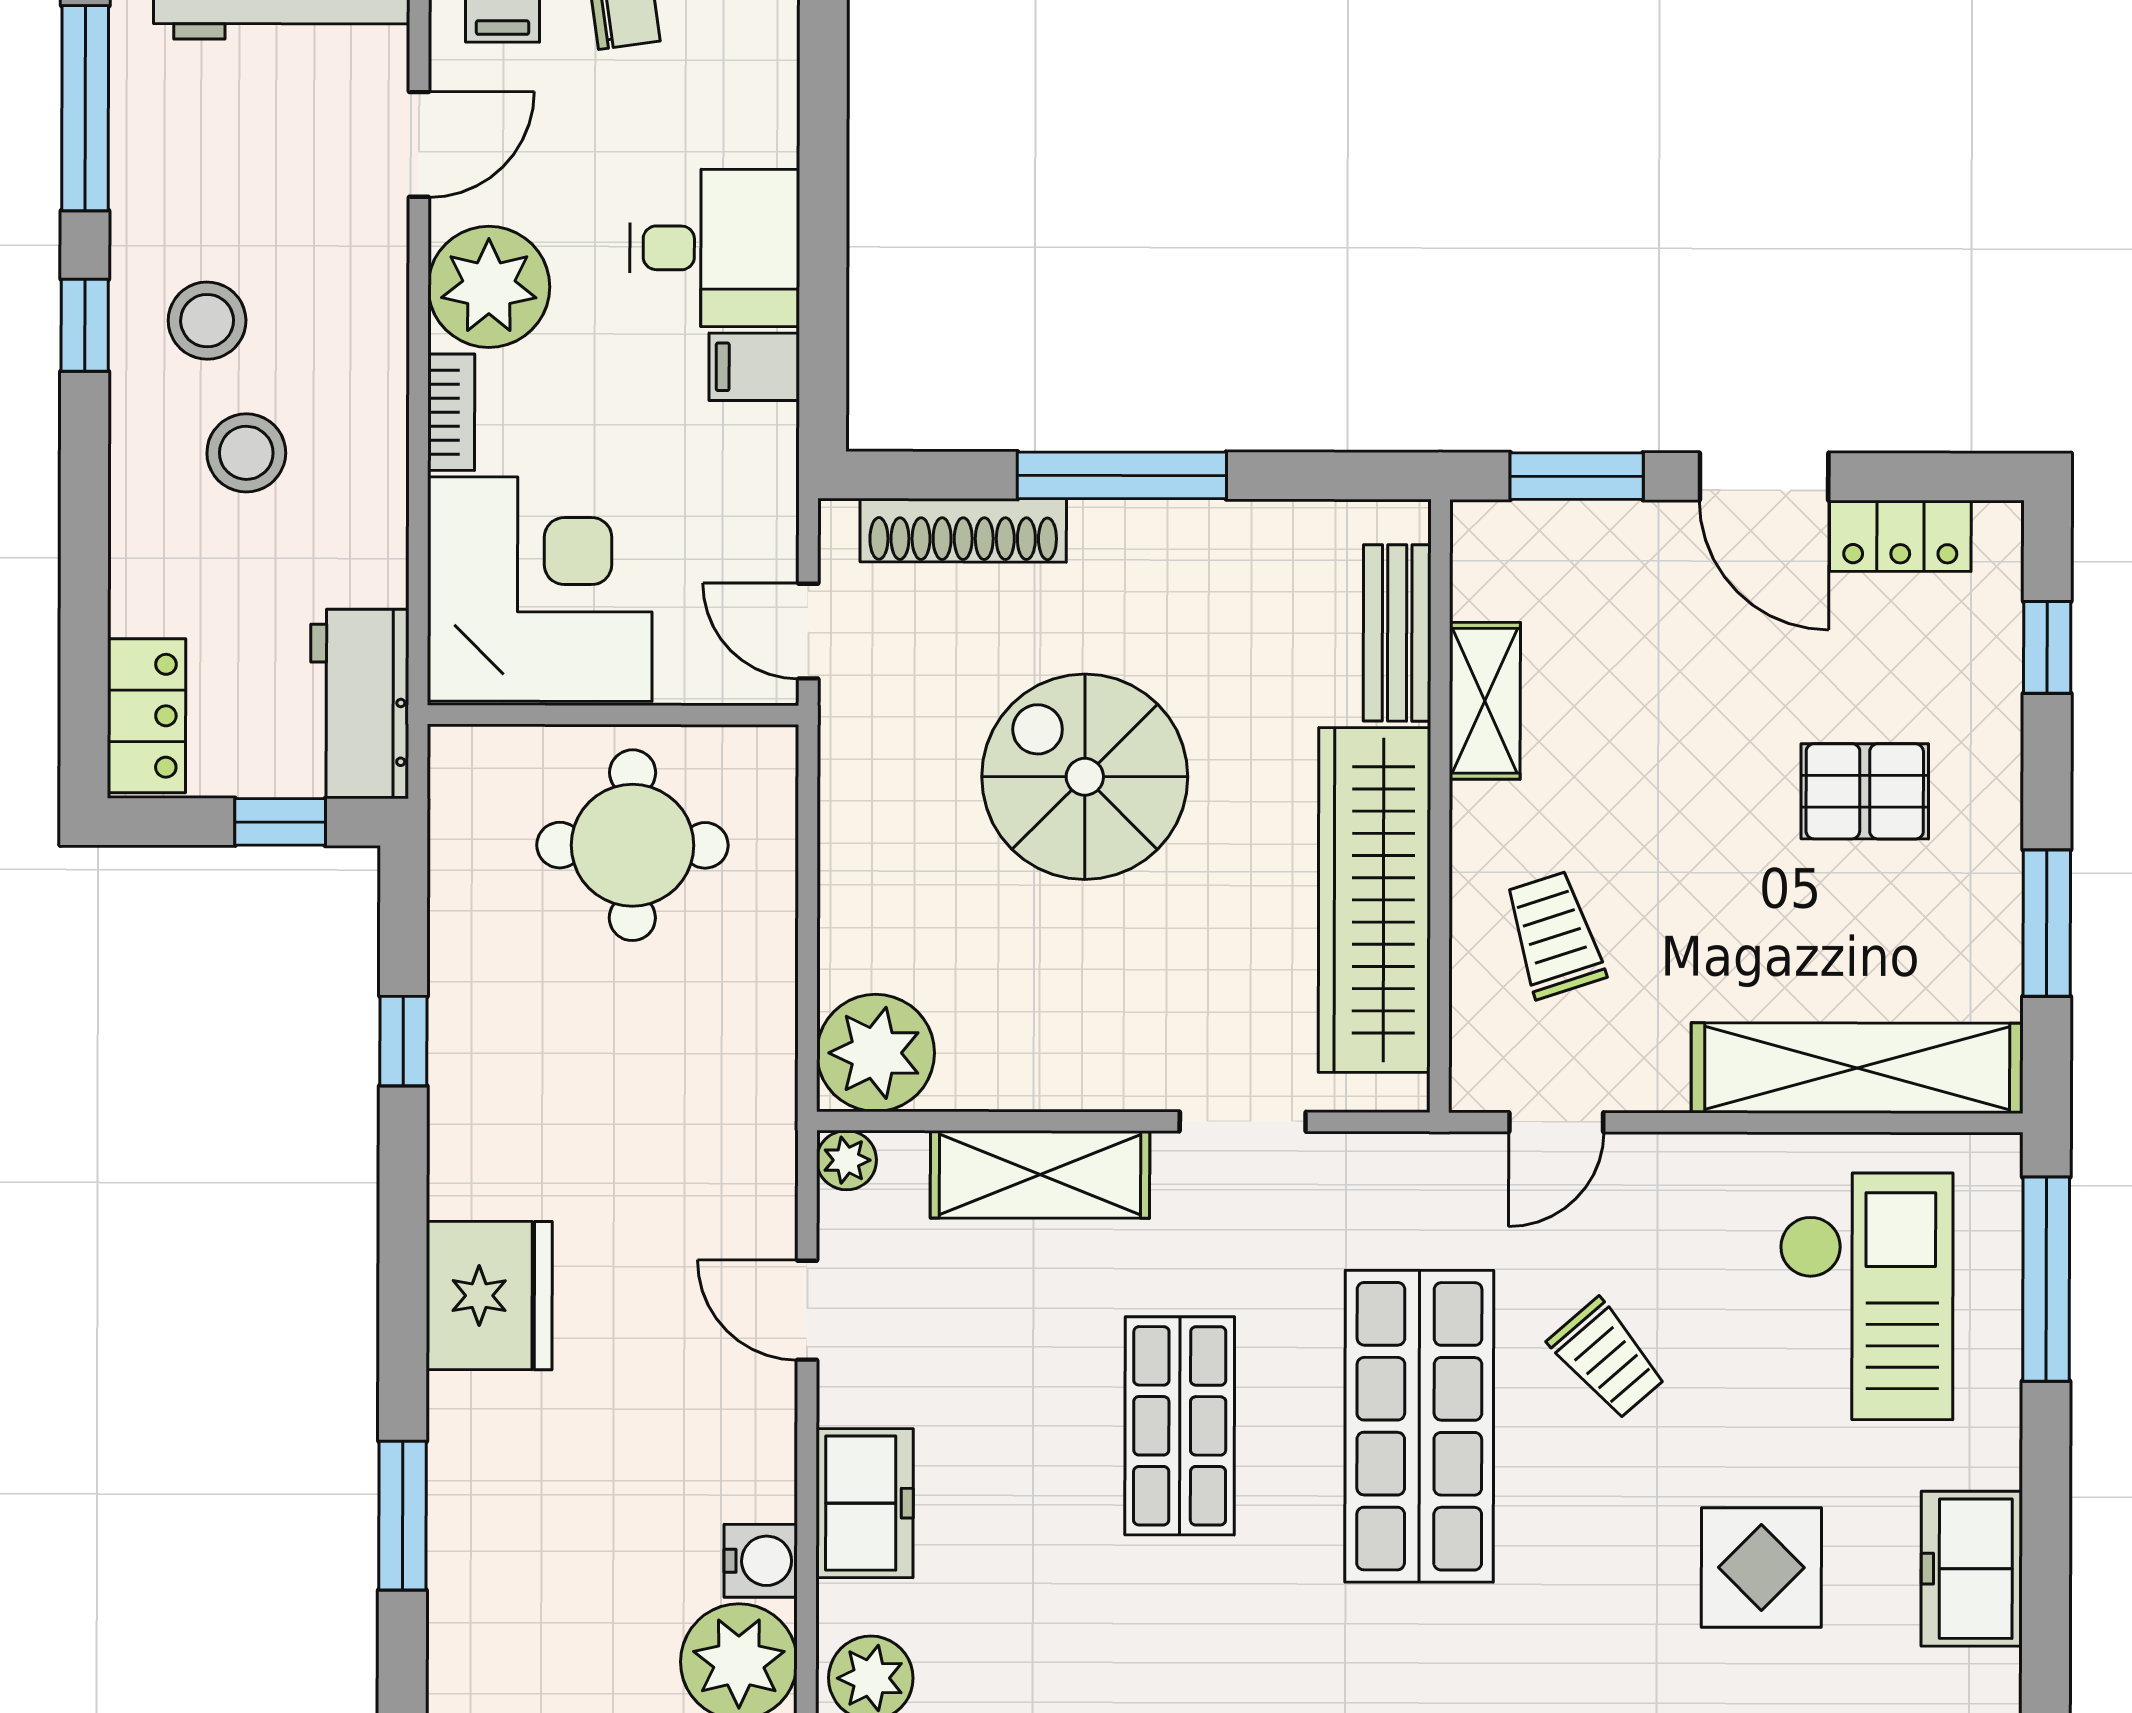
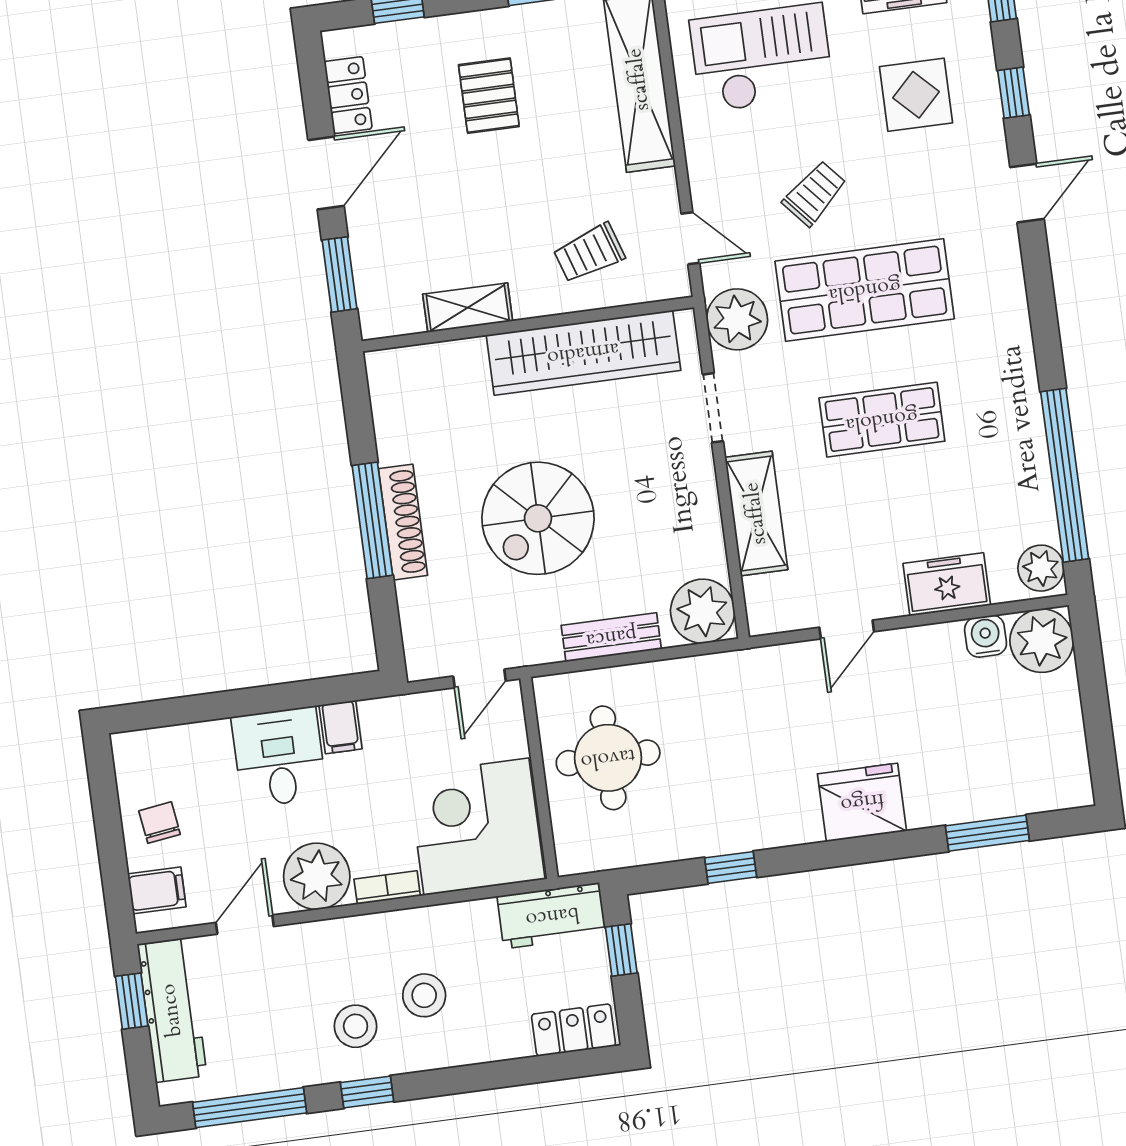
door: (419, 144) -> (245, 925), hinge flipped
shoe rack: (963, 530) -> (403, 522), moved
bench: (1397, 633) -> (611, 637), moved
plant: (846, 1160) -> (737, 319), moved, width x1.87, depth x1.87

